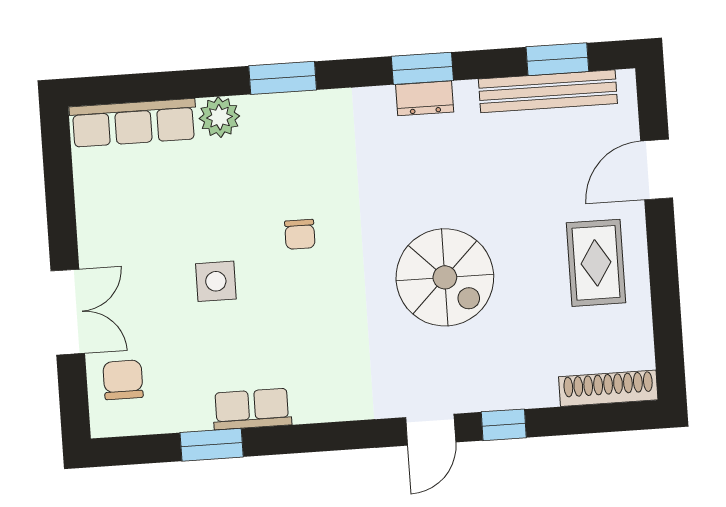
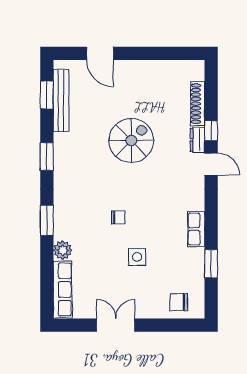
dresser: (425, 98) -> (197, 140), moved, turned 180
rug: (596, 263) -> (140, 84), removed
spiral stairs: (445, 277) -> (131, 141), moved
double door: (68, 312) -> (116, 325), moved
shoe rack: (608, 388) -> (198, 104), moved
row of seats: (252, 409) -> (196, 229), moved

